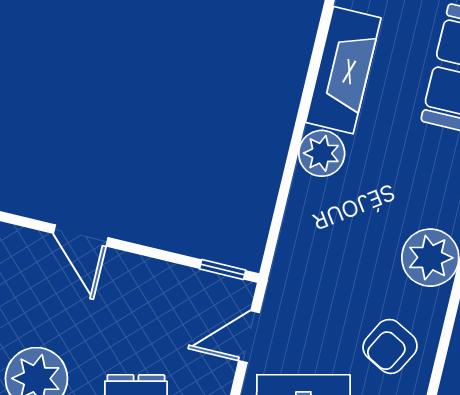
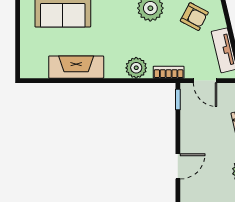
plant: (322, 153) -> (136, 68), moved
bookcase: (285, 264) -> (169, 72), added

